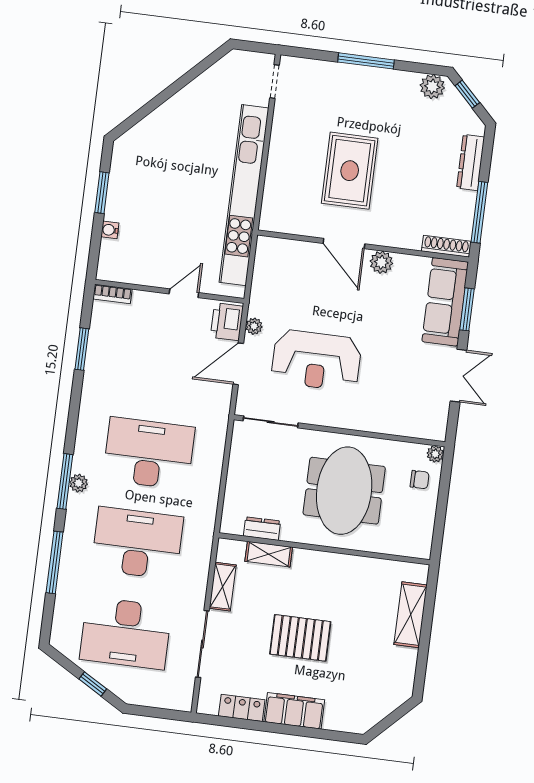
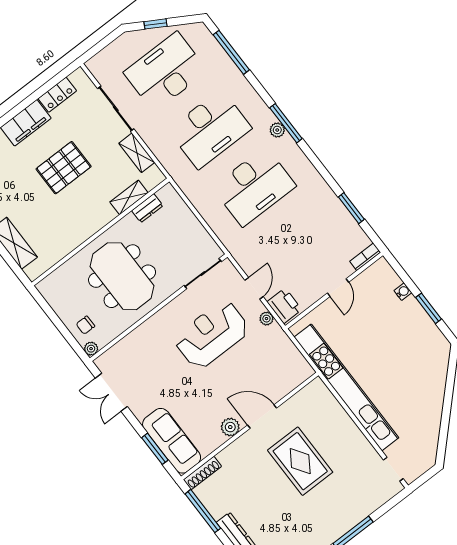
door: (184, 293) -> (338, 288), moved
door: (238, 364) -> (254, 288), width x0.73
double door: (458, 376) -> (111, 392), moved
window: (55, 562) -> (231, 52), moved

